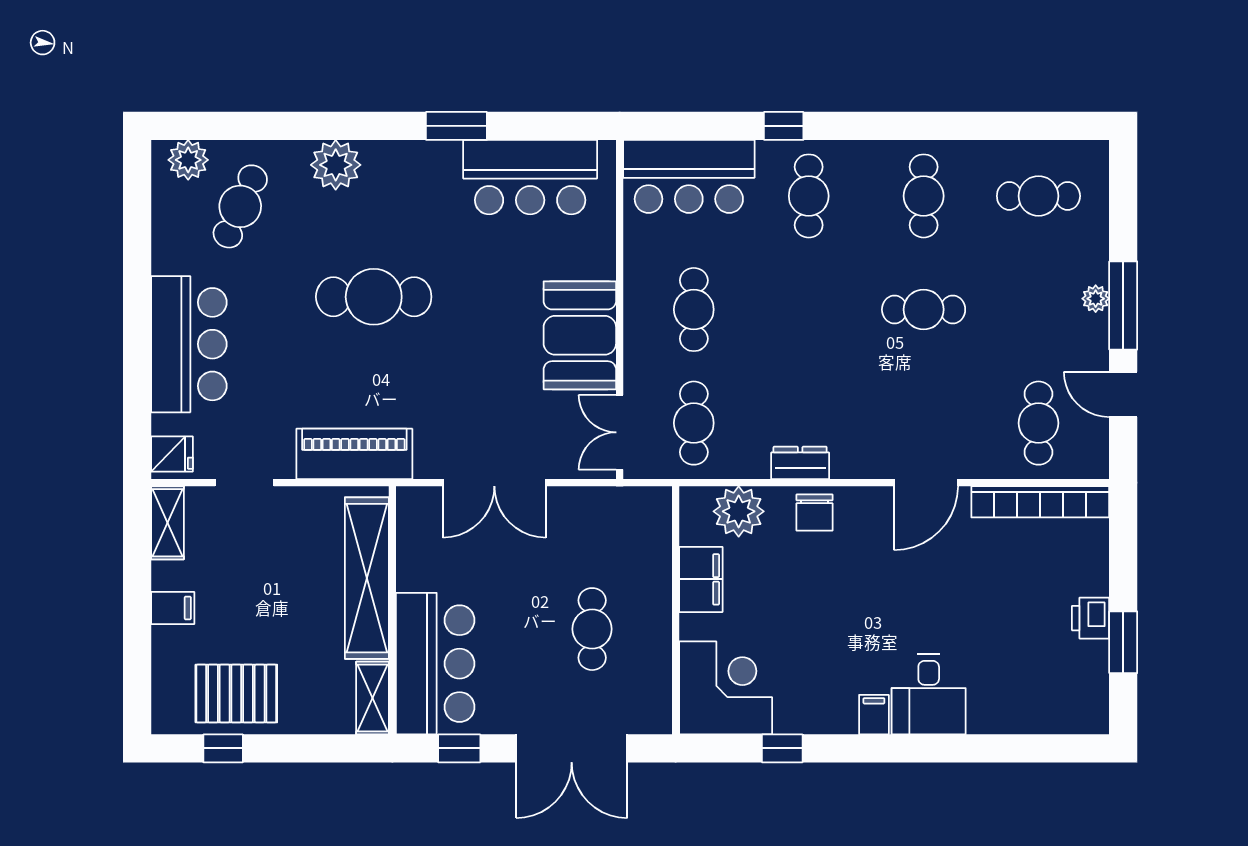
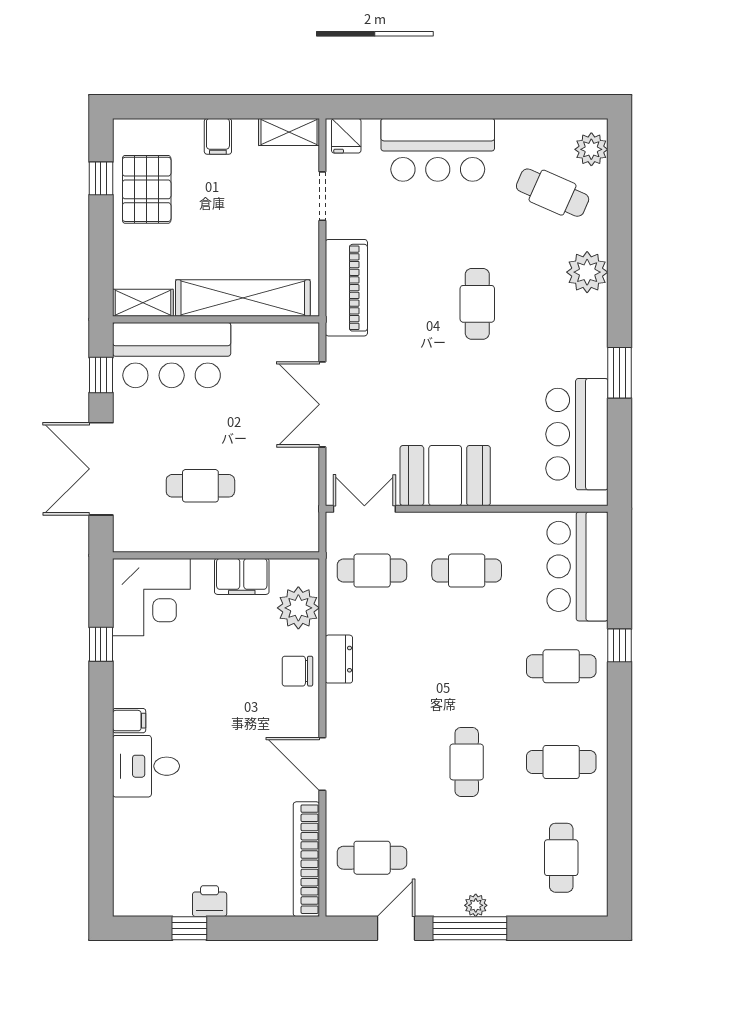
cafe table: (374, 297) -> (477, 304), width x0.73, depth x0.74
window: (1123, 642) -> (189, 928), width x0.67

